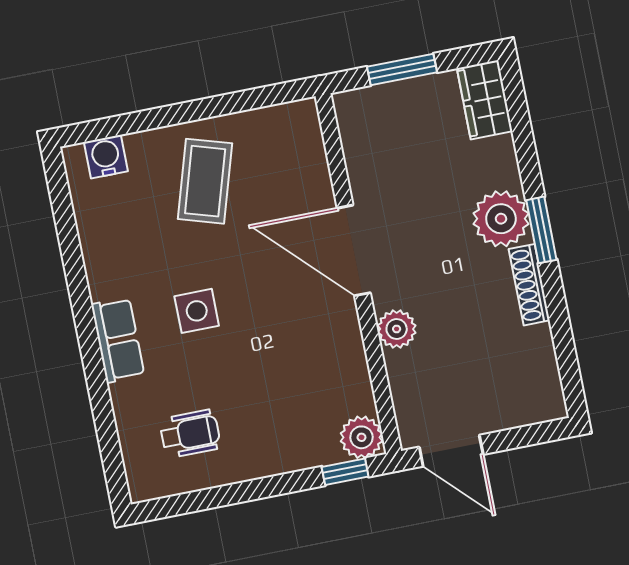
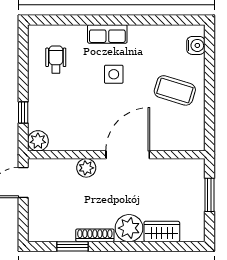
wardrobe: (485, 100) -> (162, 231), moved
window: (541, 230) -> (72, 246), moved
wheelchair: (190, 434) -> (56, 59), turned 180
window: (345, 472) -> (23, 113), moved

